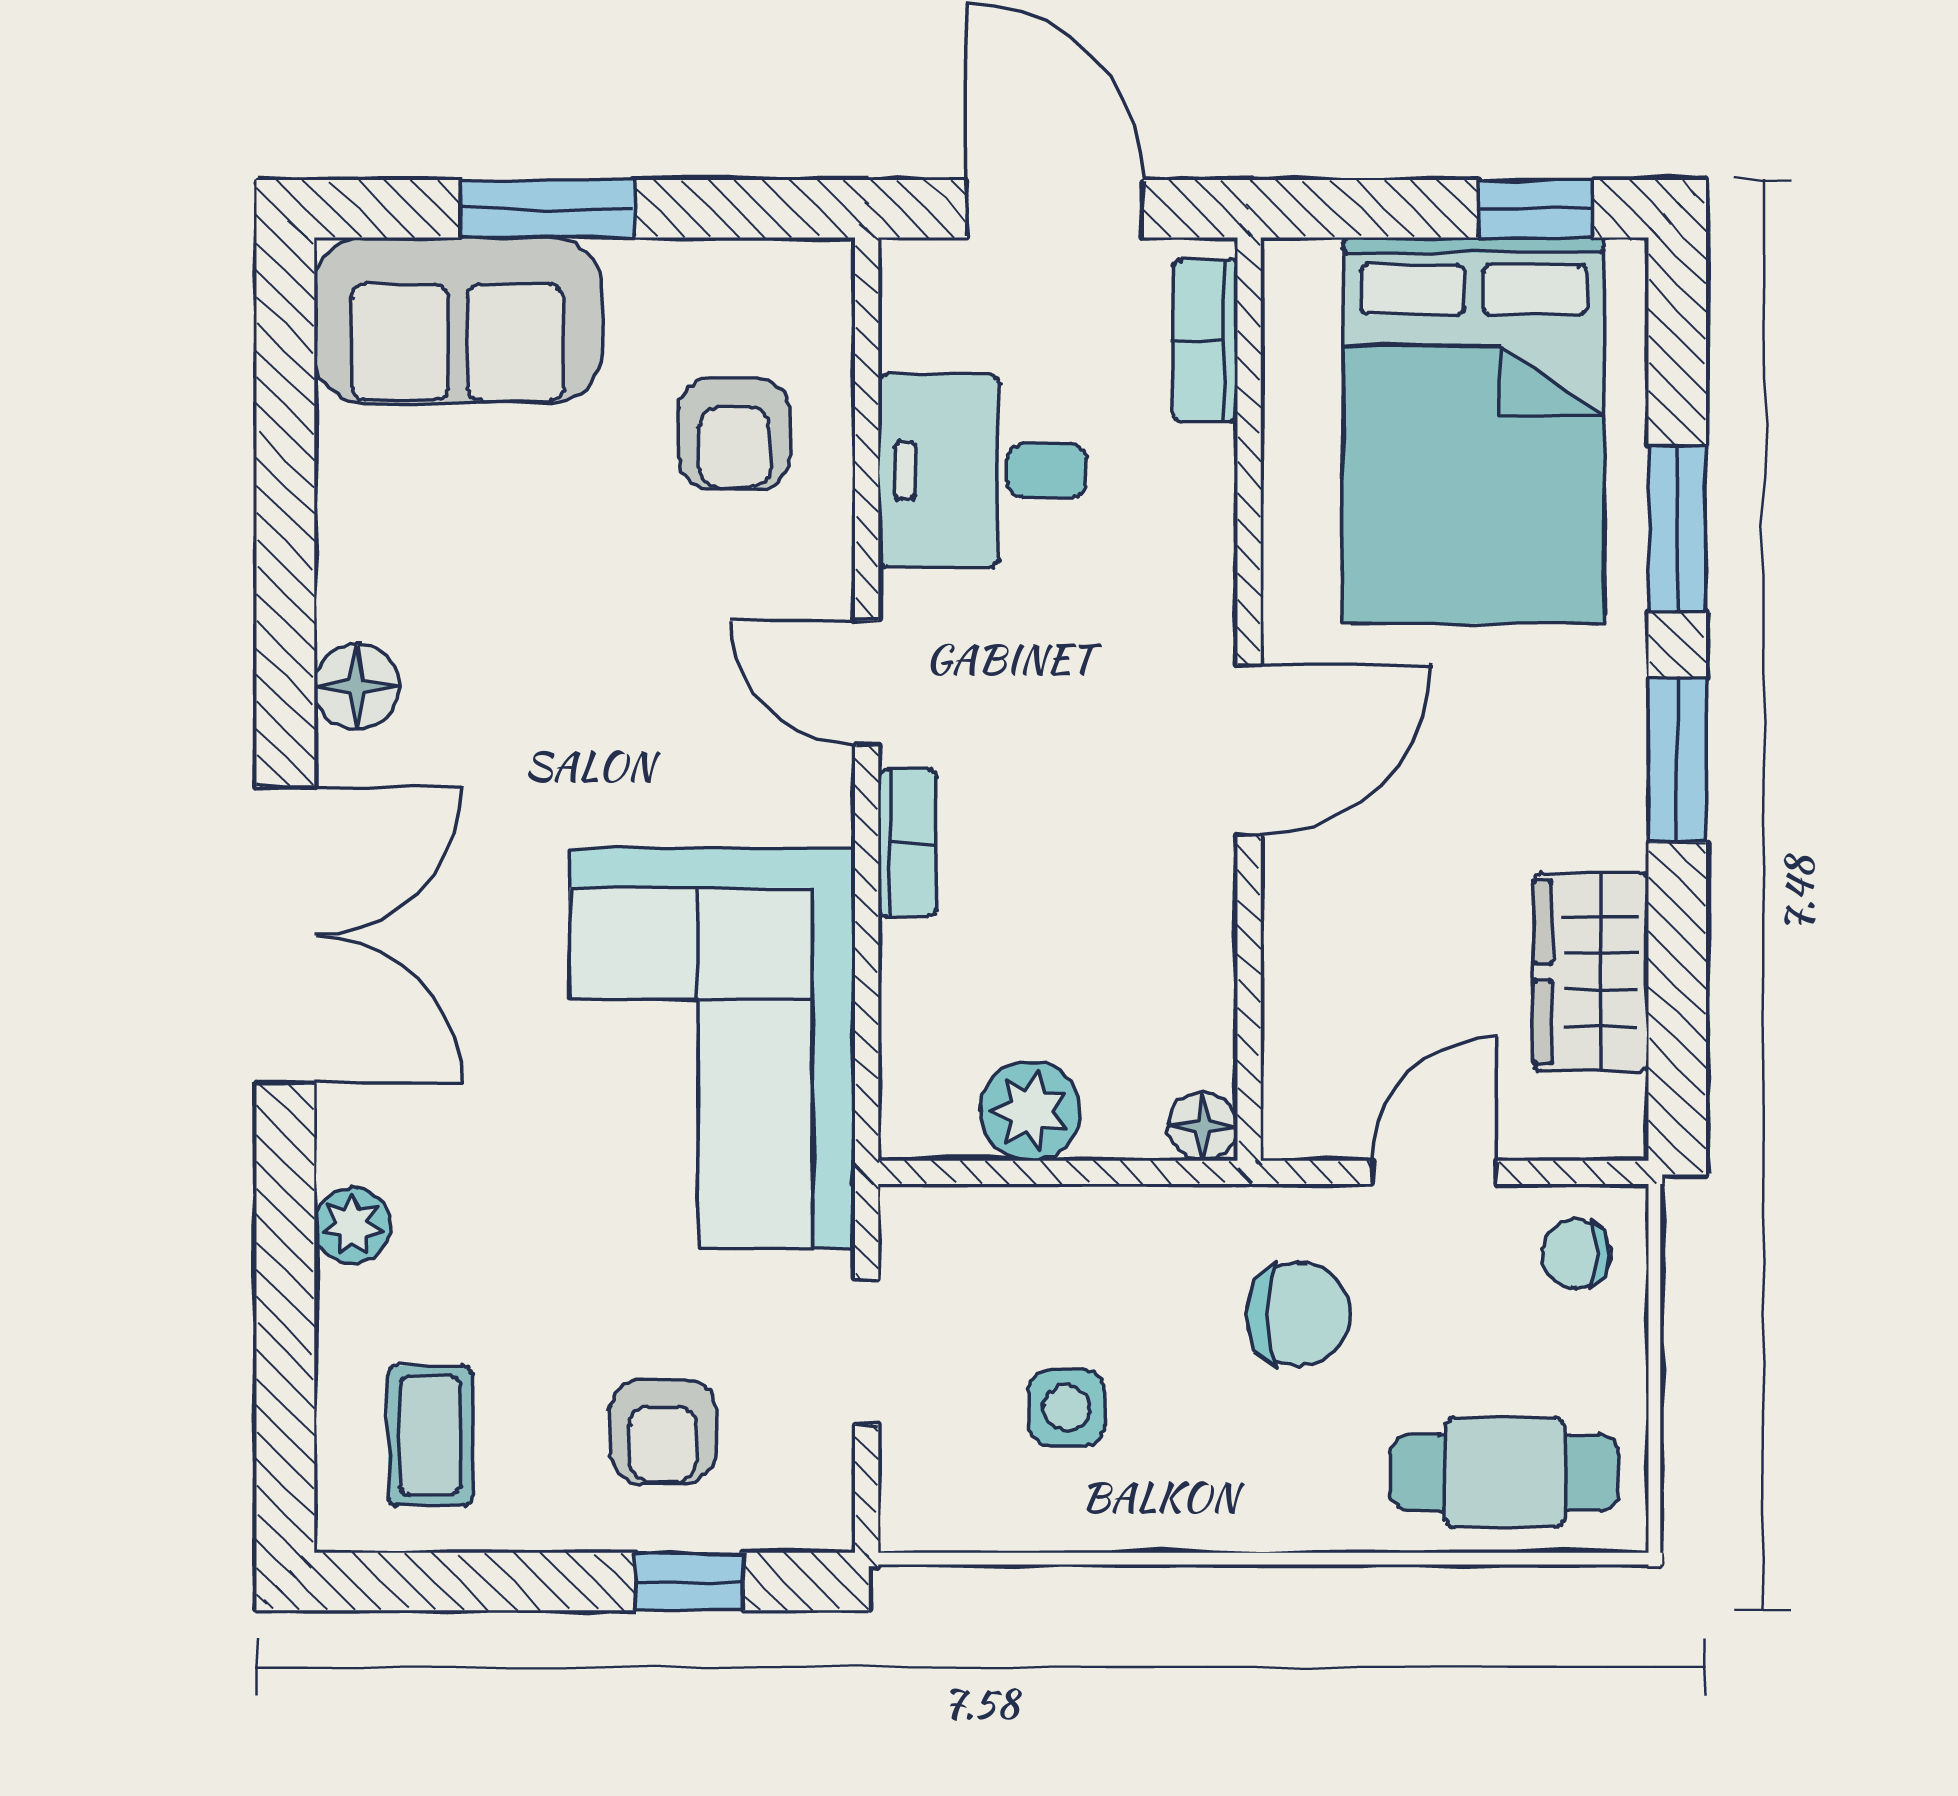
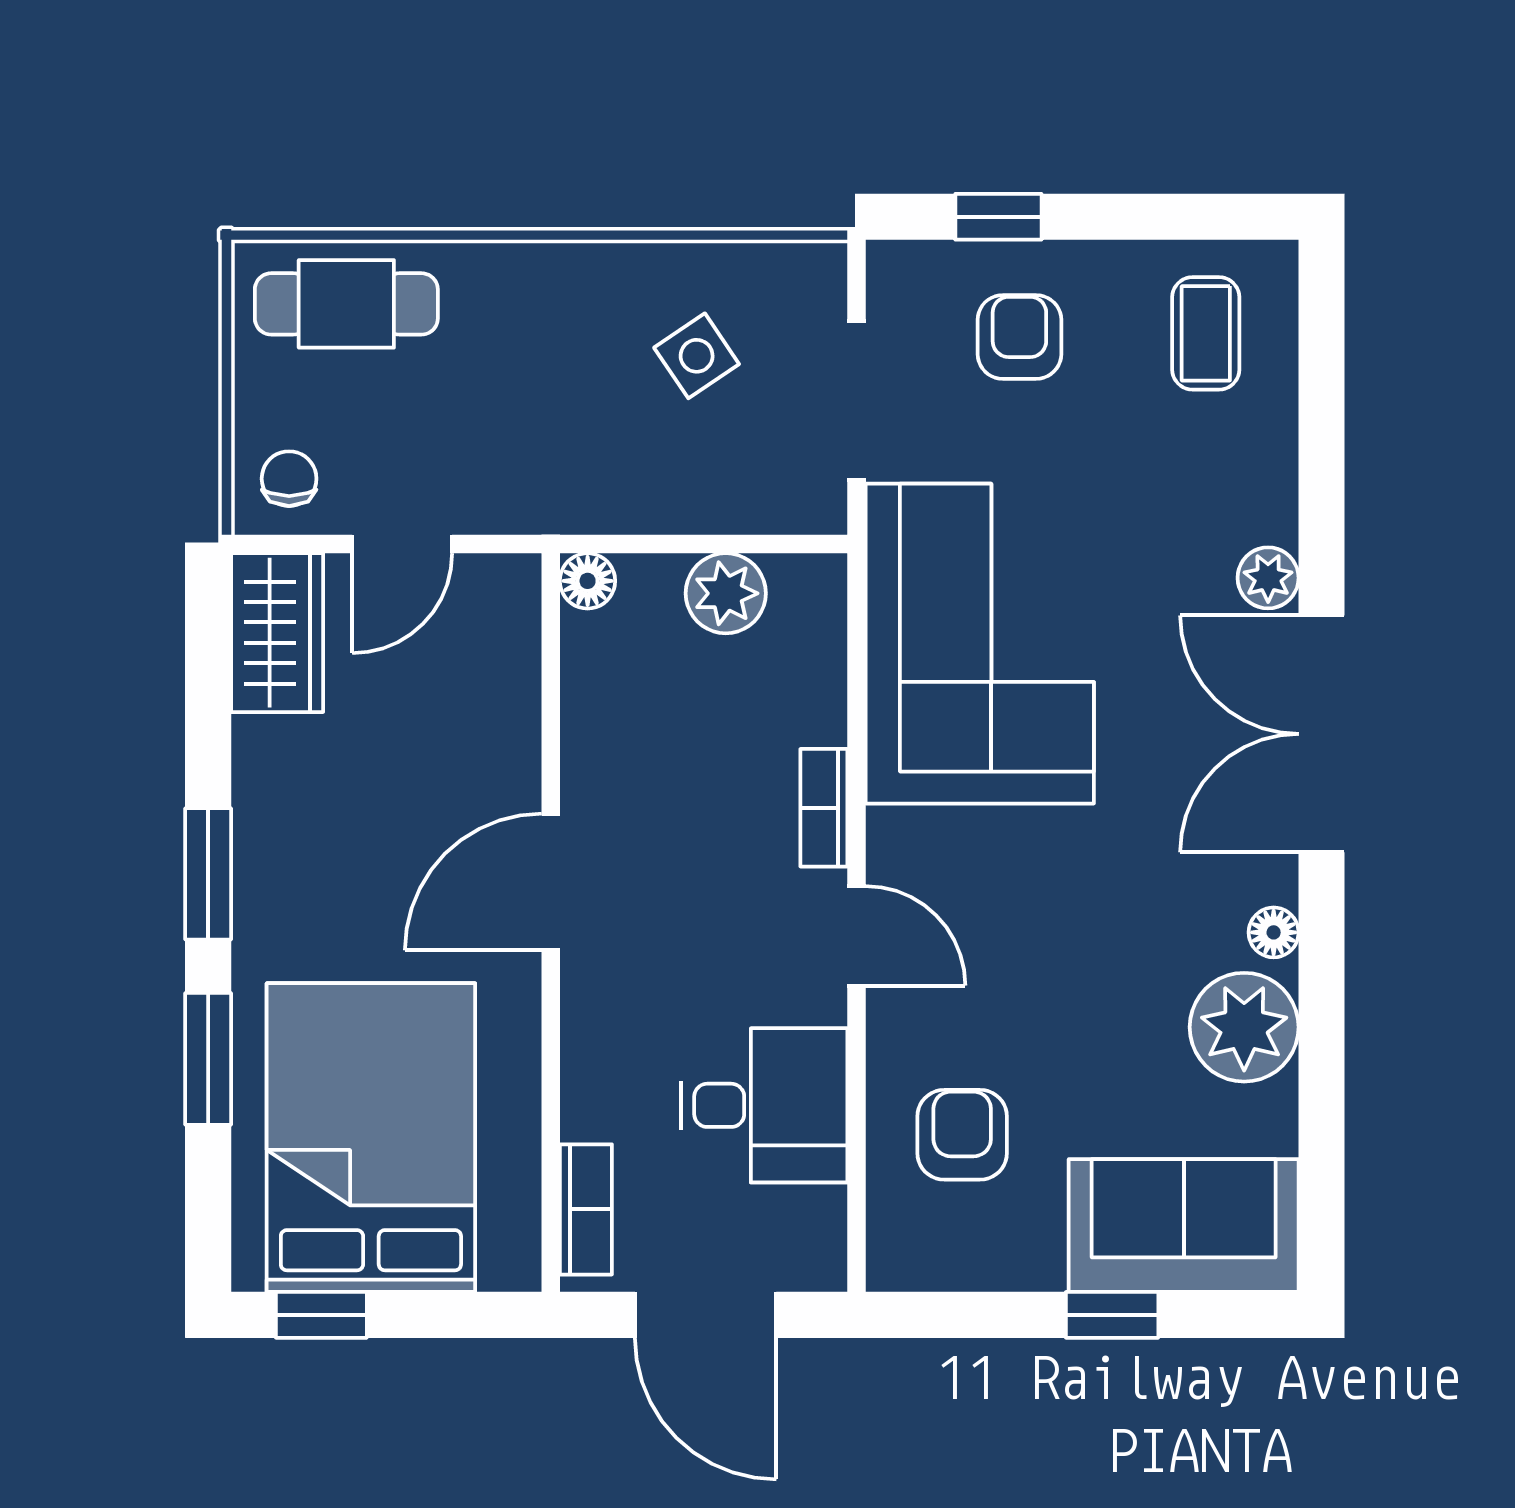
window: (547, 209) -> (1112, 1315), width x0.67
plant: (382, 568) -> (1244, 1027), added
floor lamp: (357, 687) -> (1274, 932), width x0.73, depth x0.73
wardrobe: (1591, 972) -> (277, 633), moved
plant: (352, 1226) -> (1268, 578), moved
chair: (1576, 1254) -> (289, 479), turned -90
chair: (1298, 1314) -> (511, 430), removed
doorway: (867, 1352) -> (857, 401), width x1.38
side table: (1067, 1408) -> (697, 356), turned -34

